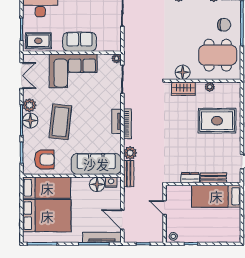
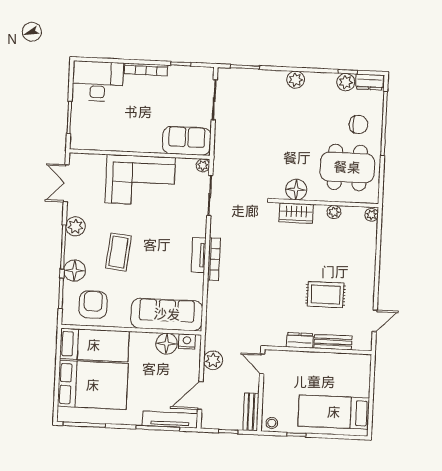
rug: (38, 41) -> (92, 135), removed
sofa: (80, 42) -> (187, 141), moved
double door: (22, 76) -> (66, 183), swing flipped
plant: (236, 87) -> (372, 215), added
floor lamp: (30, 121) -> (75, 271), moved
rug: (217, 121) -> (326, 295), moved, width x0.73, depth x0.70
coffee table: (60, 122) -> (118, 252), width x0.73, depth x0.76
plant: (130, 153) -> (213, 360), moved
armchair: (44, 159) -> (93, 305), turned -90
bench: (129, 174) -> (251, 412), moved
bed: (216, 196) -> (334, 412), moved
door: (165, 208) -> (262, 364), moved
door: (122, 220) -> (200, 396), hinge flipped

